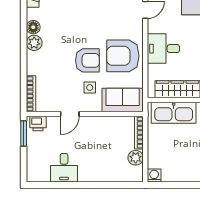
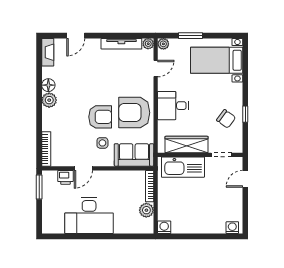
printer: (38, 123) -> (66, 177), moved
desk: (64, 168) -> (89, 216), width x1.87, depth x1.30

